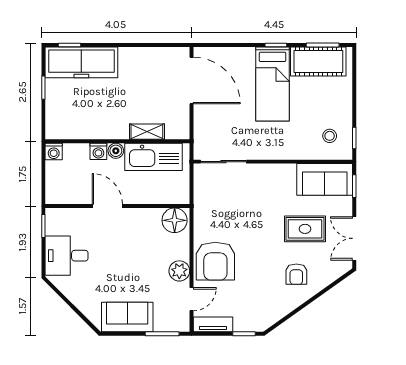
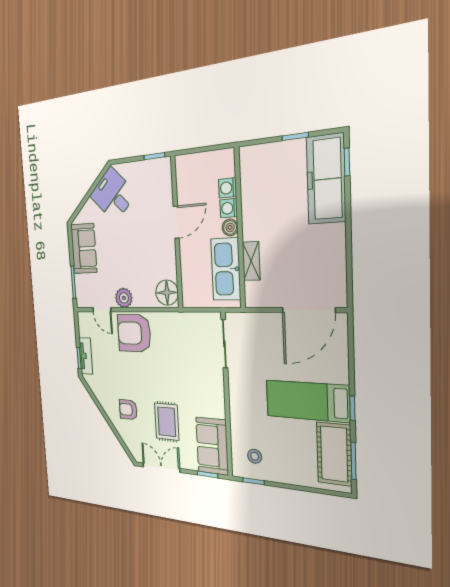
washing machine: (54, 152) -> (228, 188), moved
desk: (67, 256) -> (113, 195), moved, turned -45
tv unit: (213, 324) -> (86, 356), moved

